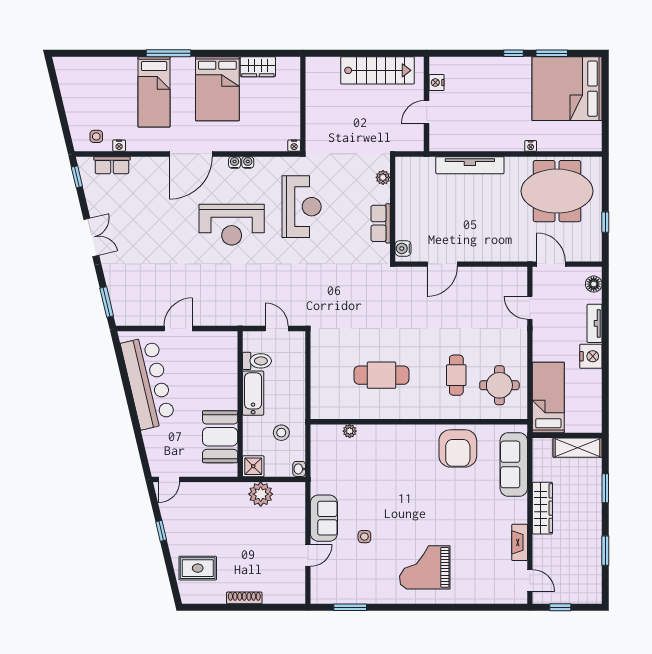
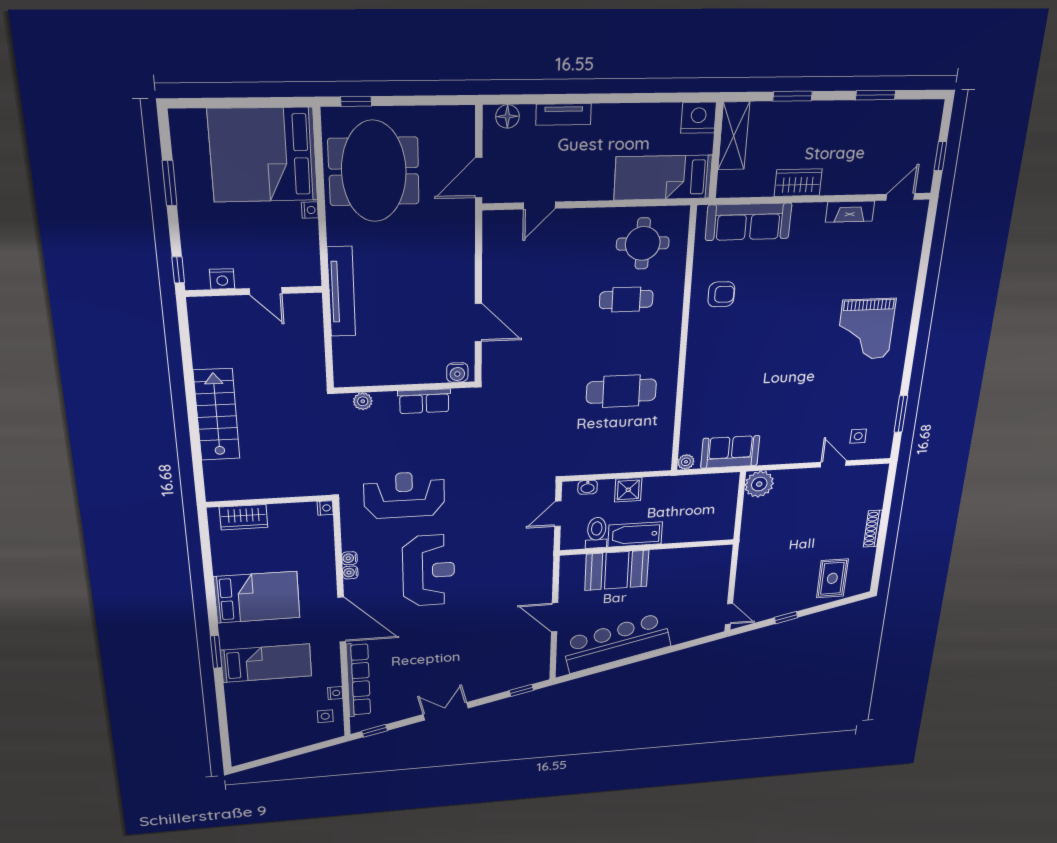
window: (168, 53) -> (216, 652), width x0.69
window: (513, 53) -> (178, 270), moved
wardrobe: (258, 67) -> (243, 517), moved, turned 90
nightstand: (437, 83) -> (222, 279), moved
bed: (567, 89) -> (263, 155), moved, turned 90
wall: (427, 104) -> (254, 291), moved
door: (427, 112) -> (266, 291), moved
row of seats: (112, 165) -> (358, 680), width x2.02
window: (605, 222) -> (356, 101), moved
window: (107, 302) -> (521, 690), width x0.67
nightstand: (591, 356) -> (699, 118), moved
cafe table: (381, 375) -> (621, 391), turned 90
plant: (350, 431) -> (686, 462), moved
stool: (281, 433) -> (685, 501), removed
booth: (220, 437) -> (617, 570), moved
armchair: (458, 448) -> (721, 294), width x0.53, depth x0.53
shower: (253, 466) -> (628, 490), moved
washbasin: (299, 469) -> (588, 487), moved
plant: (261, 494) -> (759, 484), moved
wardrobe: (542, 508) -> (798, 183), width x0.67
sofa: (324, 518) -> (730, 452), moved
side table: (364, 537) -> (858, 436), moved

